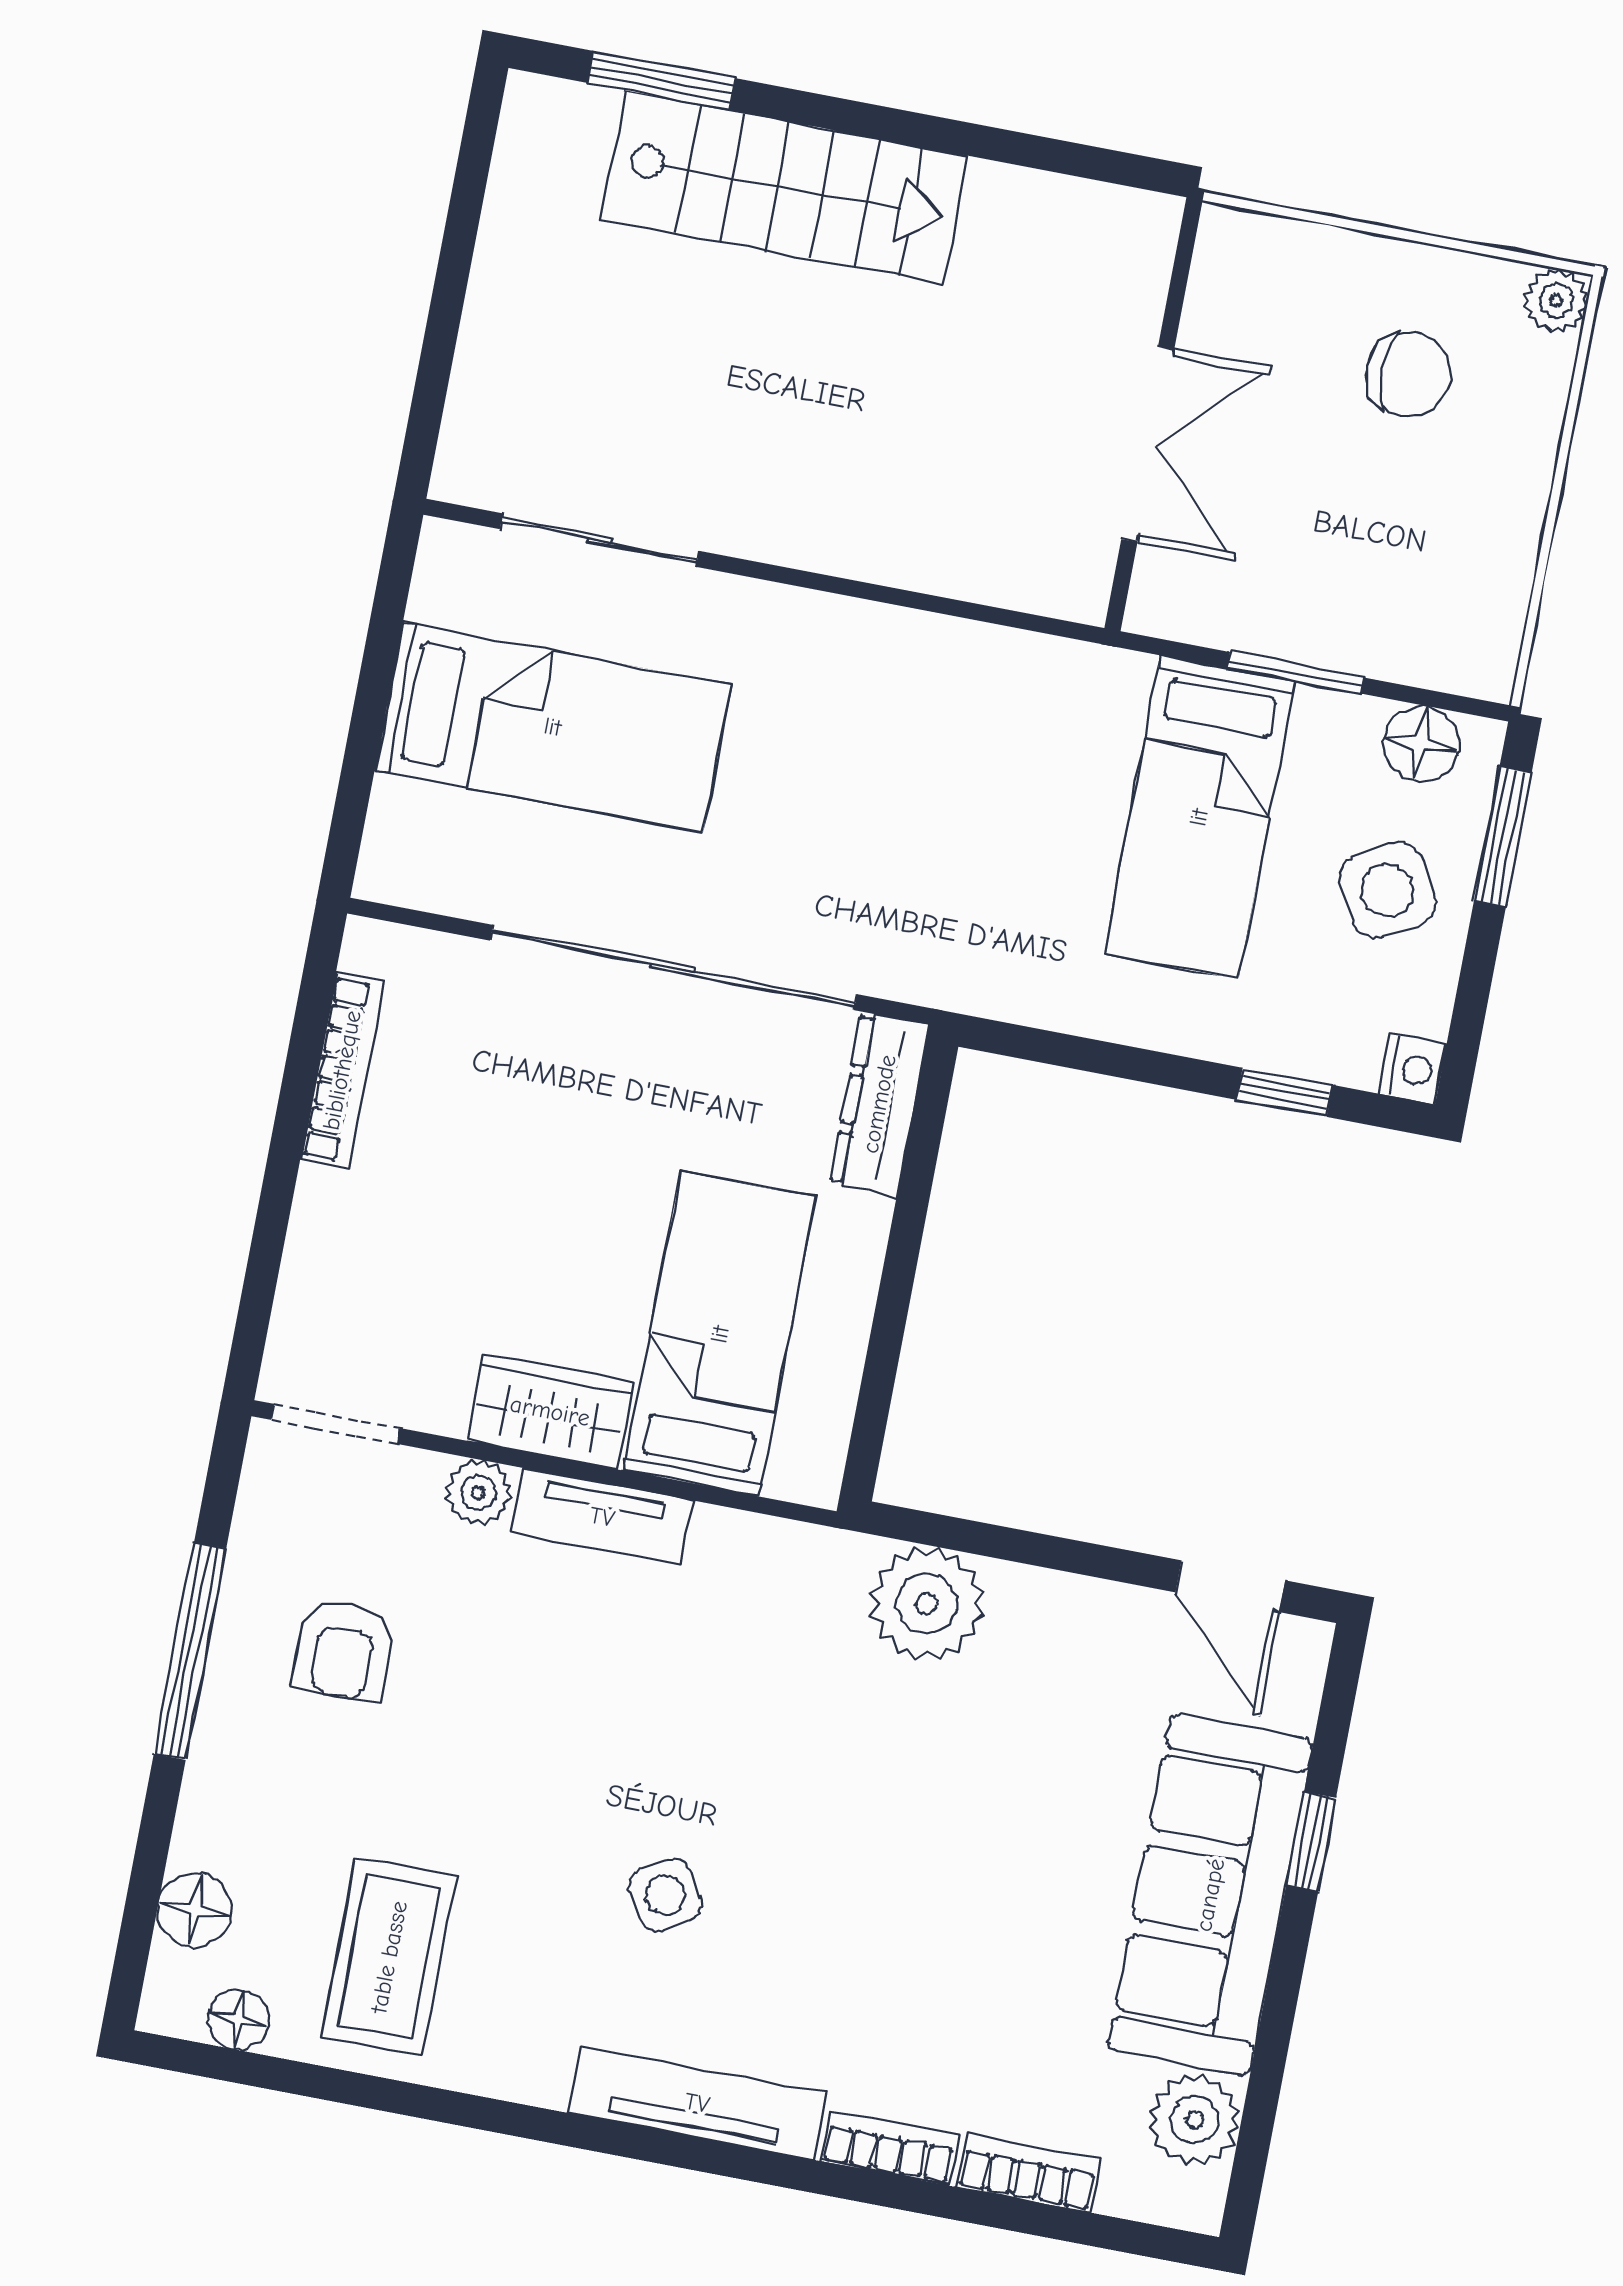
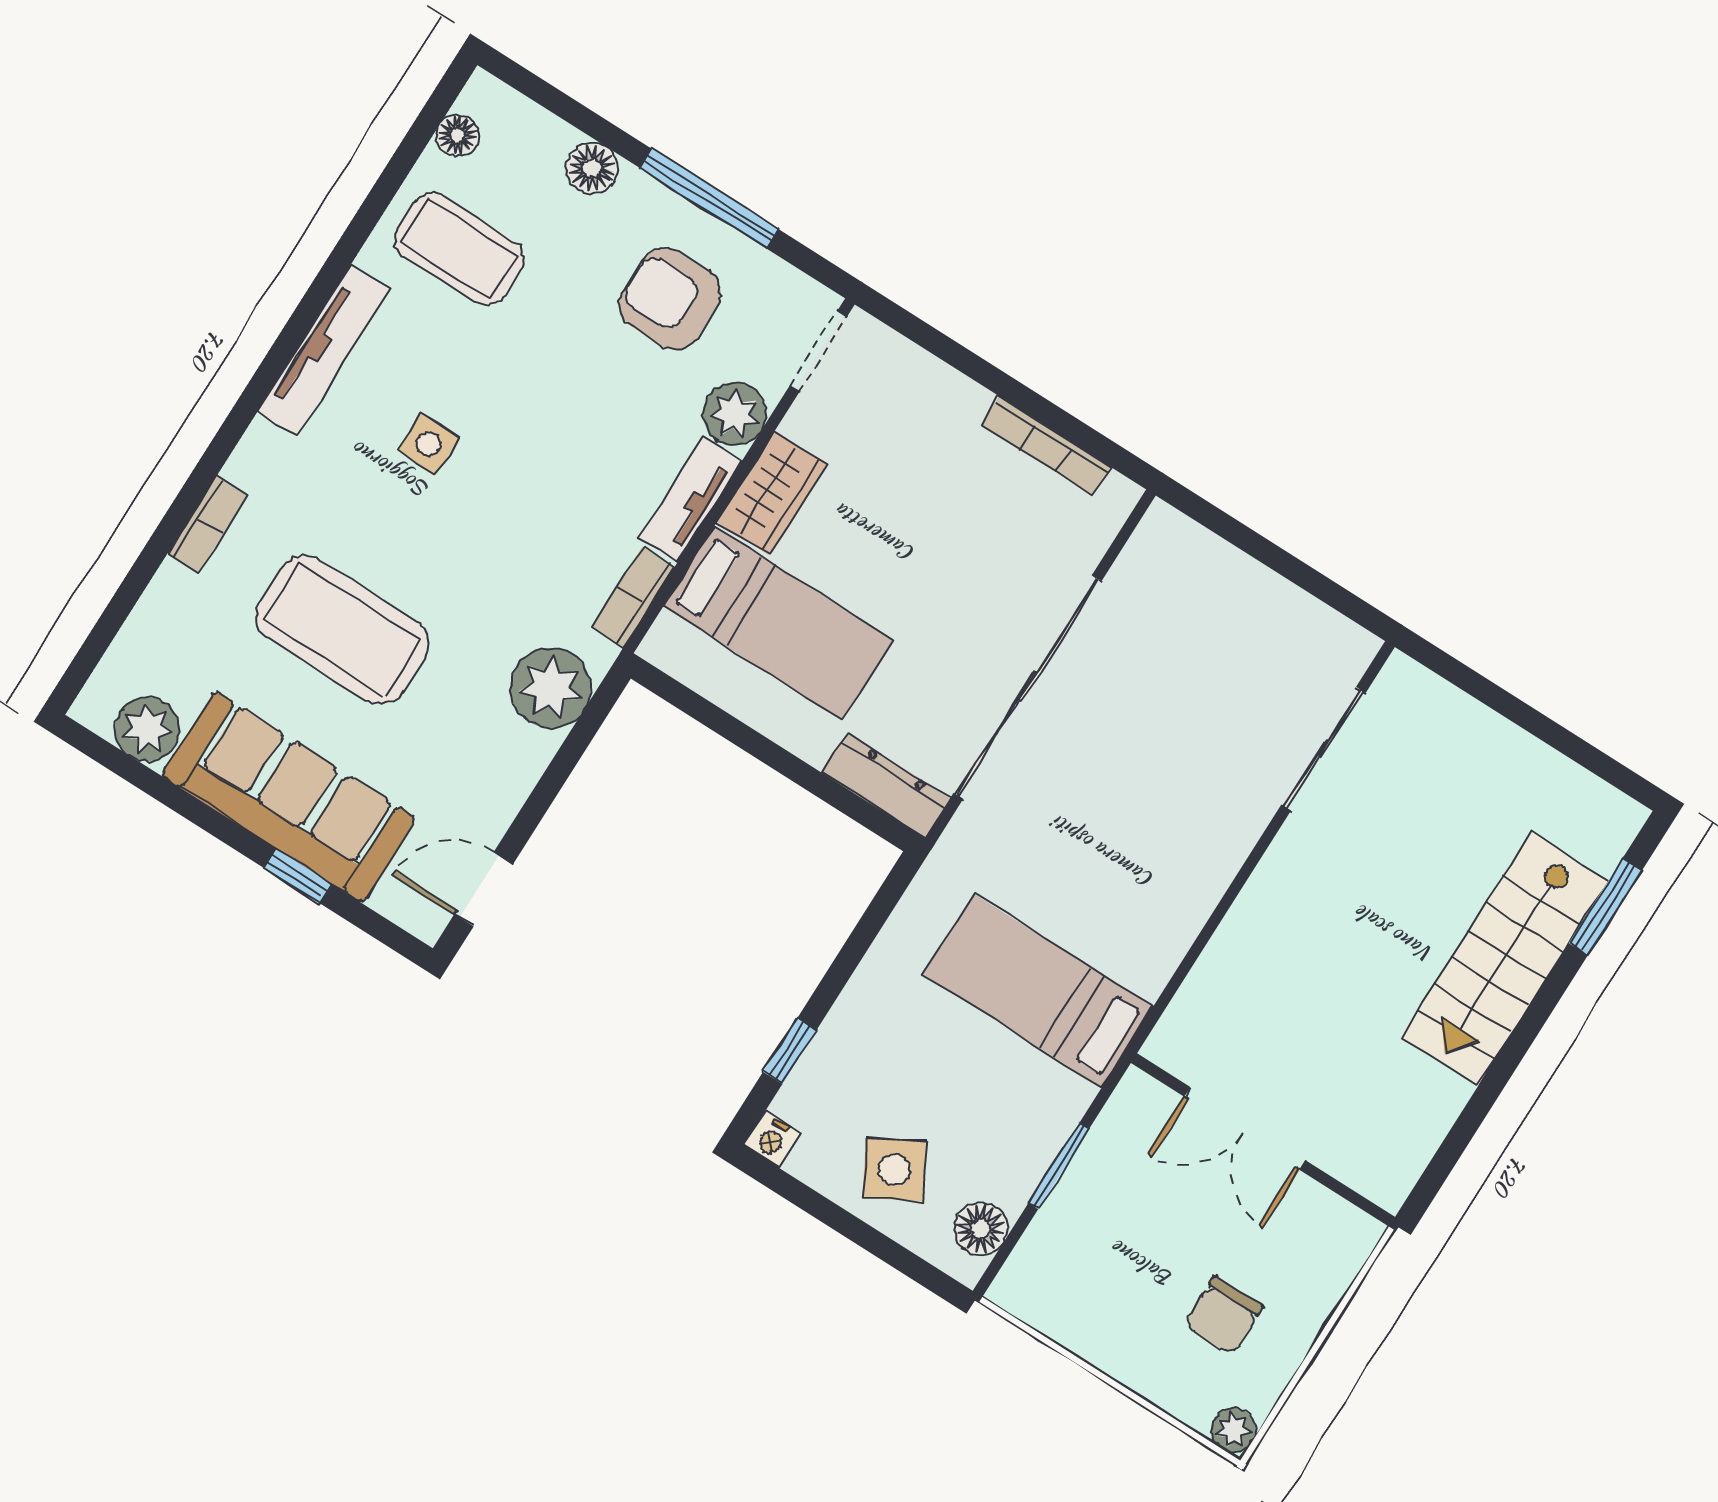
bed: (553, 727) -> (1214, 670), removed
bed: (1199, 817) -> (1038, 991), moved
window: (1503, 836) -> (900, 1258), removed
plant: (478, 1493) -> (735, 414), width x1.38, depth x1.38
armchair: (344, 1650) -> (670, 299), width x1.38, depth x1.38
side table: (665, 1895) -> (429, 444), turned 31
floor lamp: (195, 1910) -> (592, 168), moved
coffee table: (959, 1912) -> (342, 630), added
tv unit: (697, 2103) -> (324, 350), moved
bookcase: (1028, 2173) -> (633, 597), moved, turned 180

